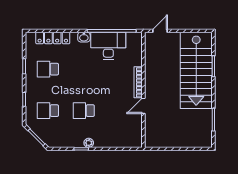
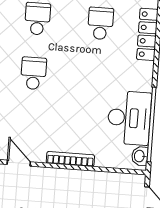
washbasin: (84, 37) -> (140, 156), moved
door: (143, 106) -> (19, 163), moved

